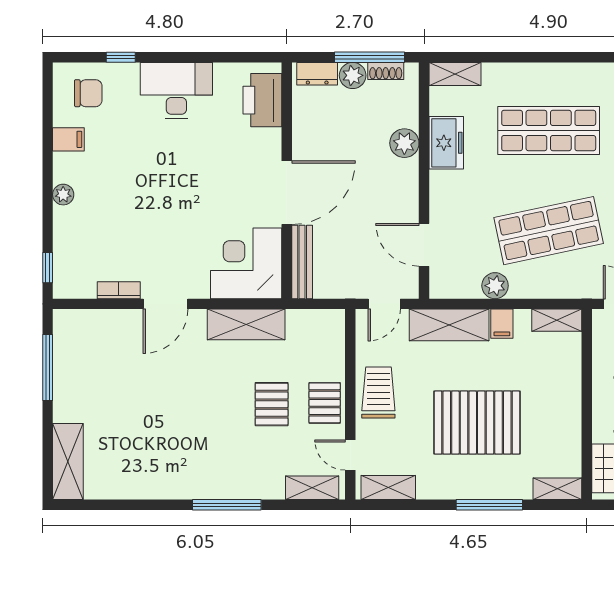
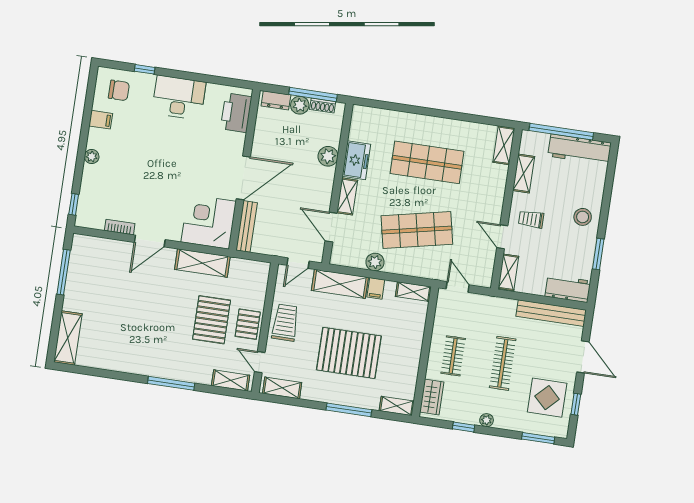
shelving: (455, 74) -> (347, 196), moved, turned 90
pallet: (272, 404) -> (212, 320), width x1.50, depth x1.42

